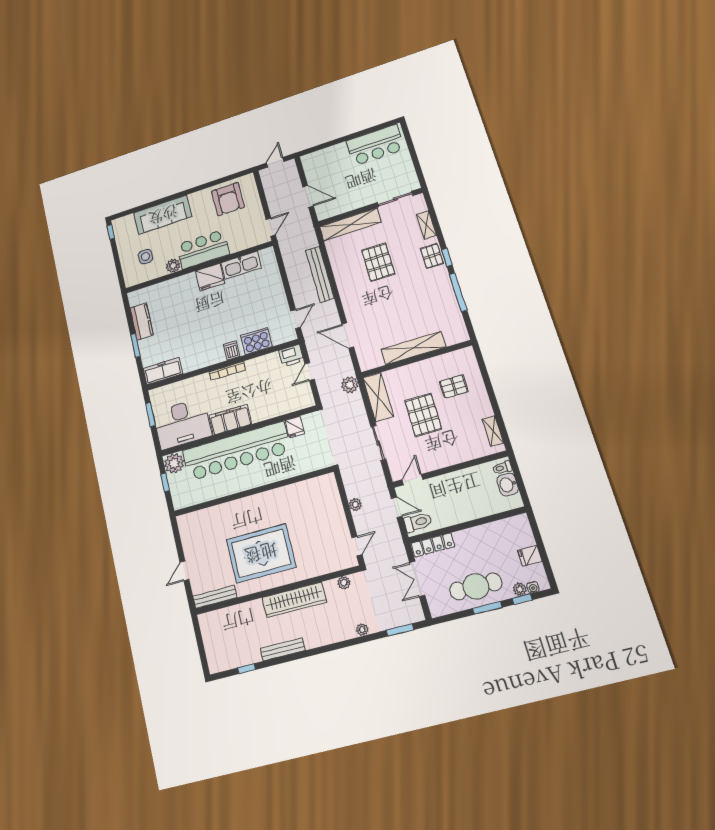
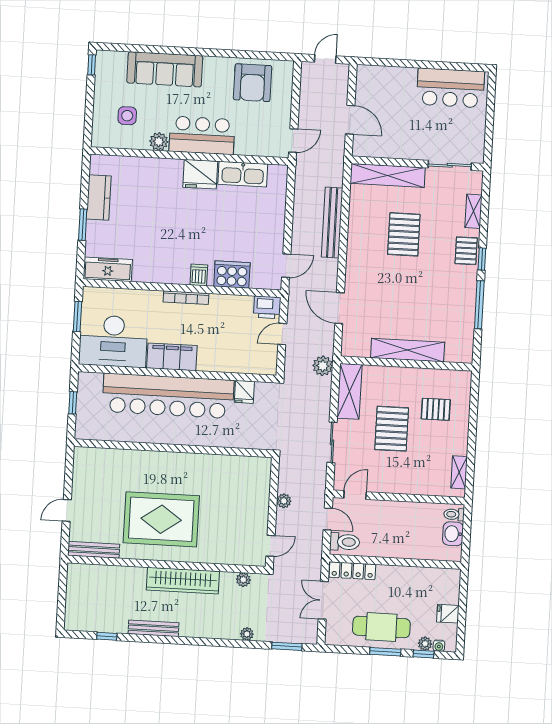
plant: (174, 463) -> (90, 384), removed

